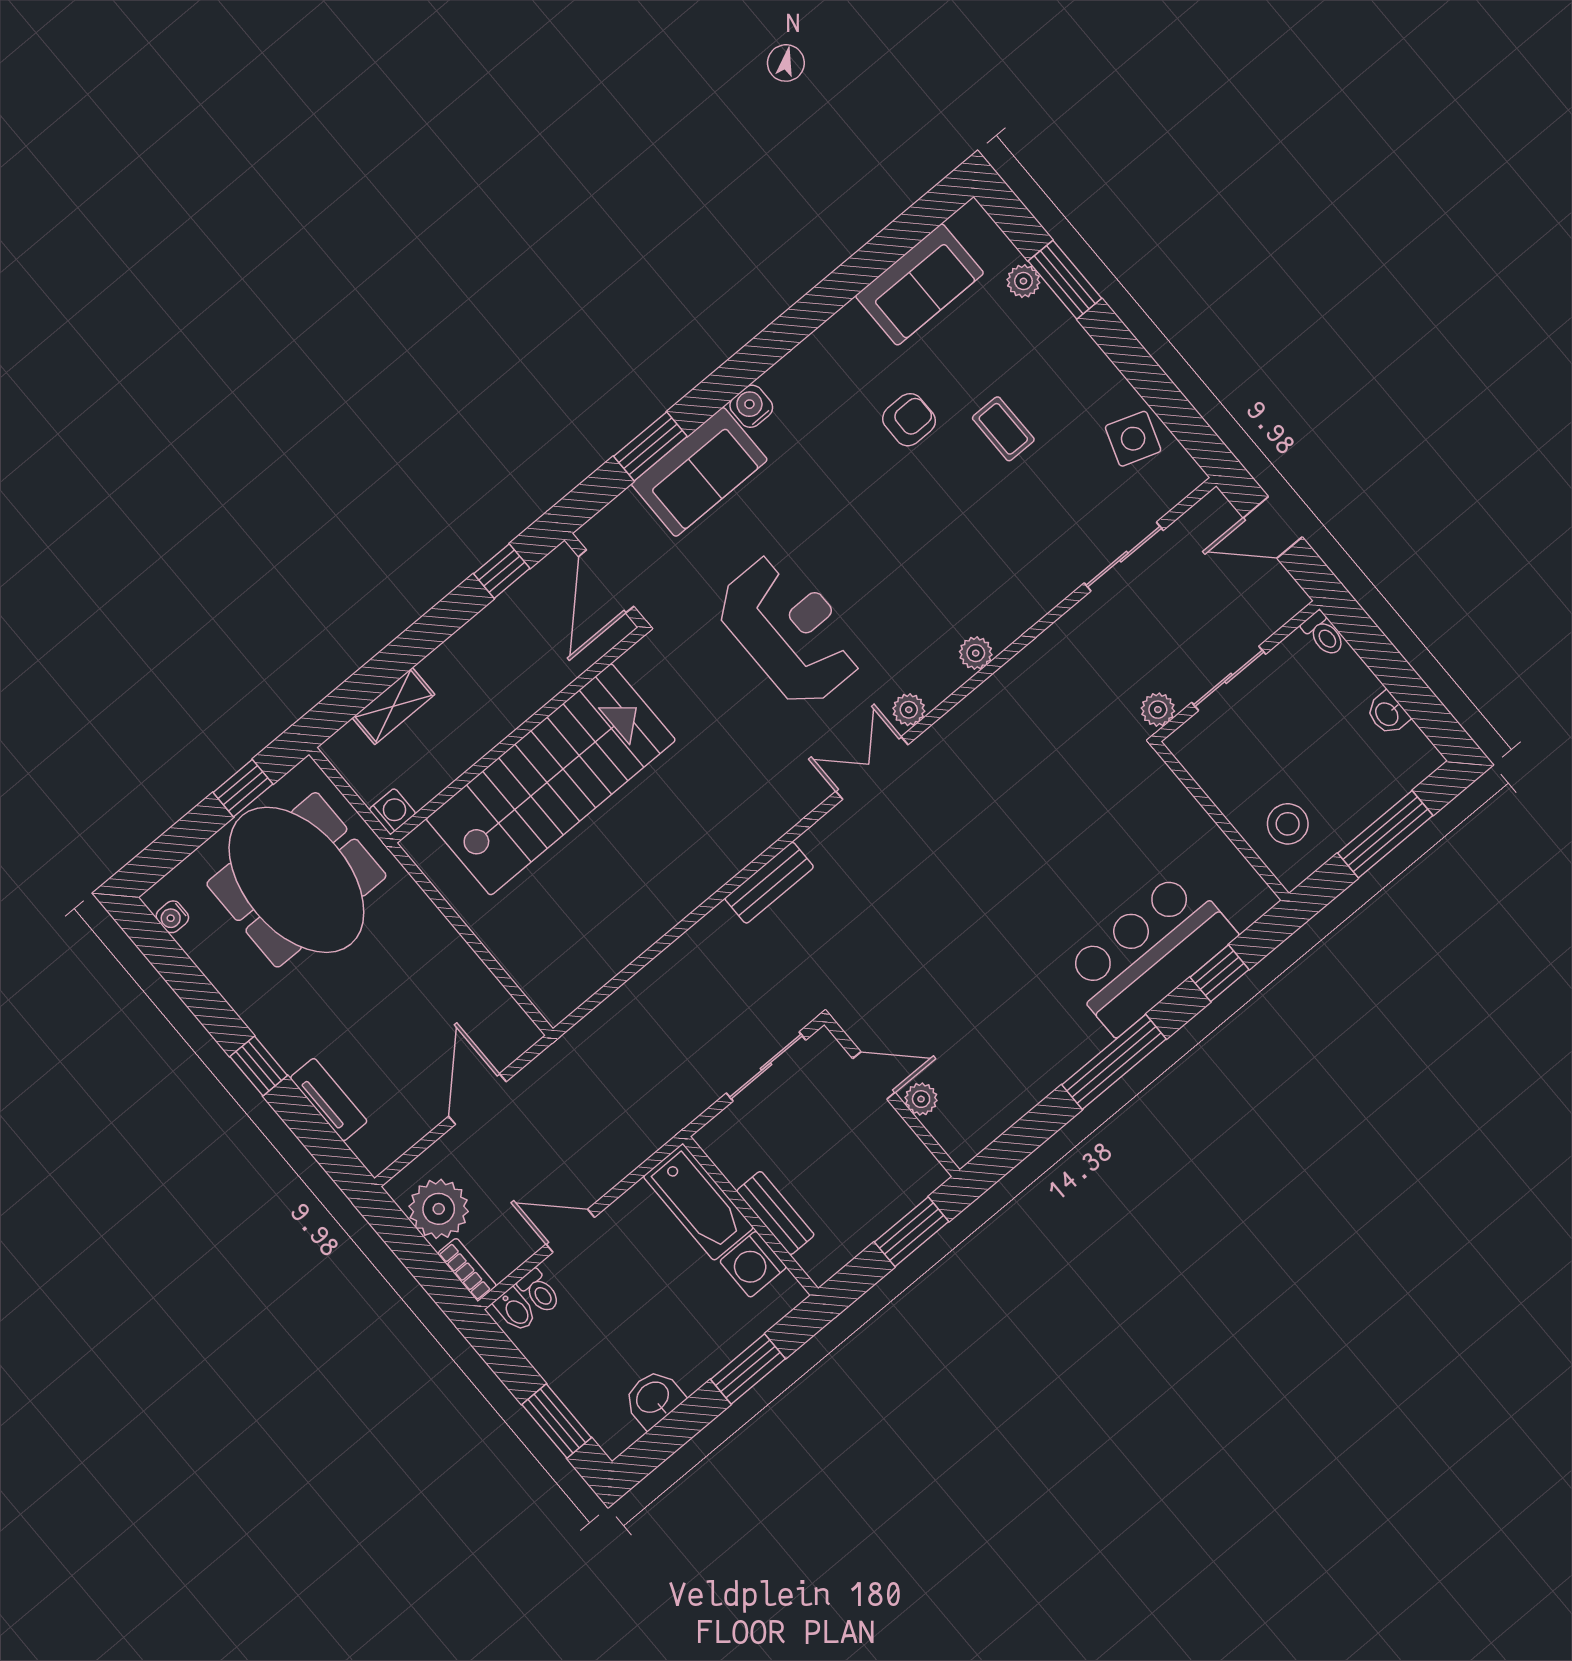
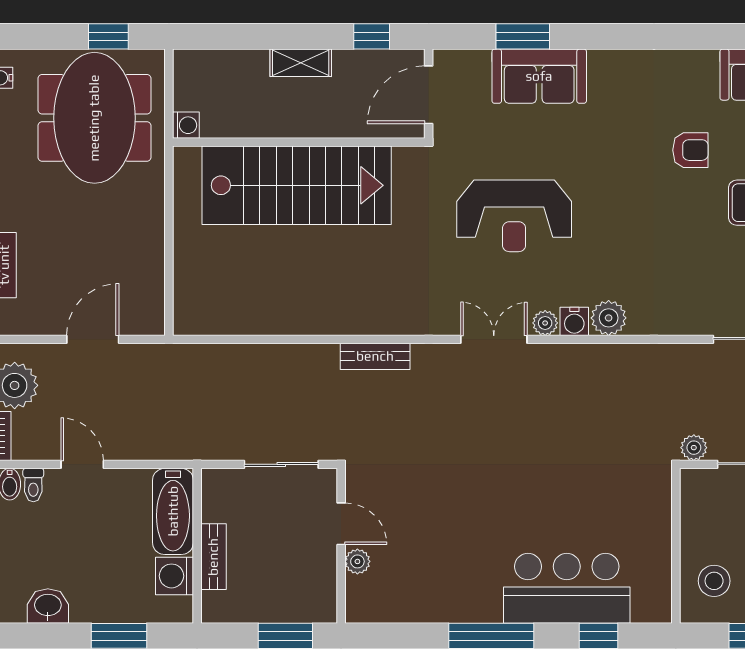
water cooler: (751, 406) -> (574, 321), moved, turned 180
reception desk: (790, 630) -> (514, 216), turned 90
plant: (976, 653) -> (609, 318), width x1.38, depth x1.38
shelving: (393, 706) -> (301, 63), moved

